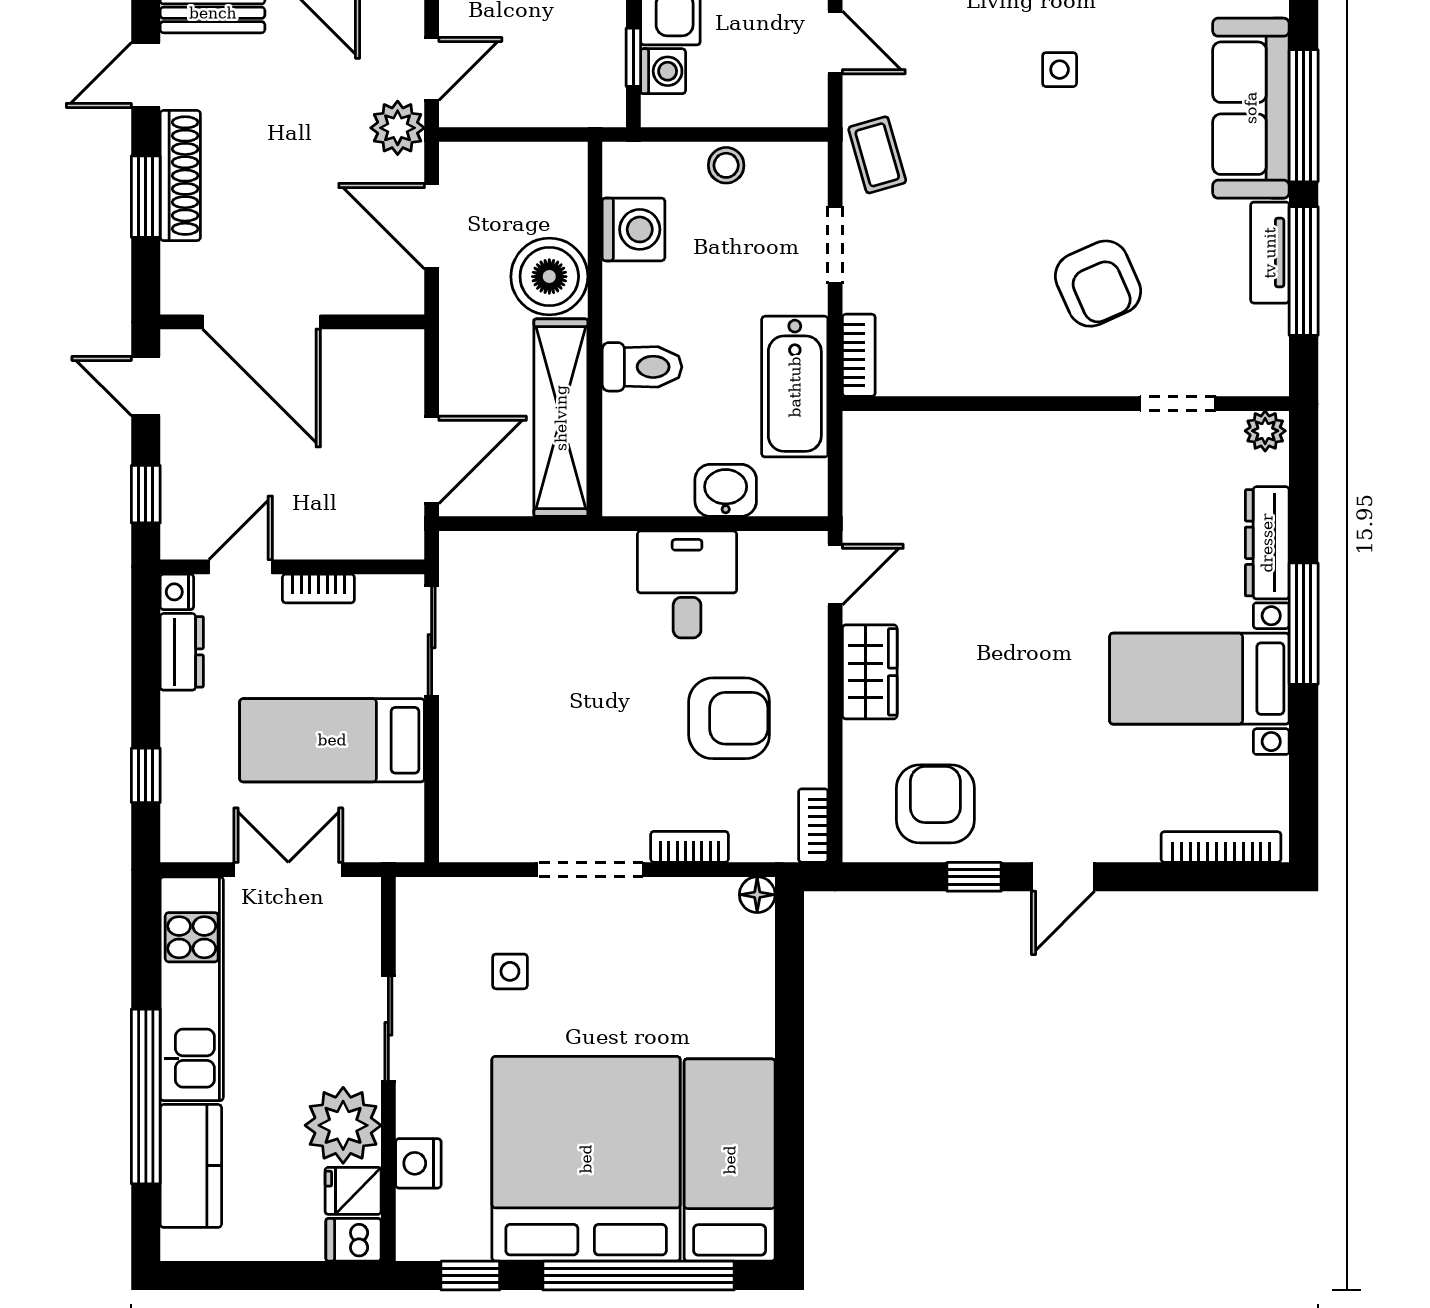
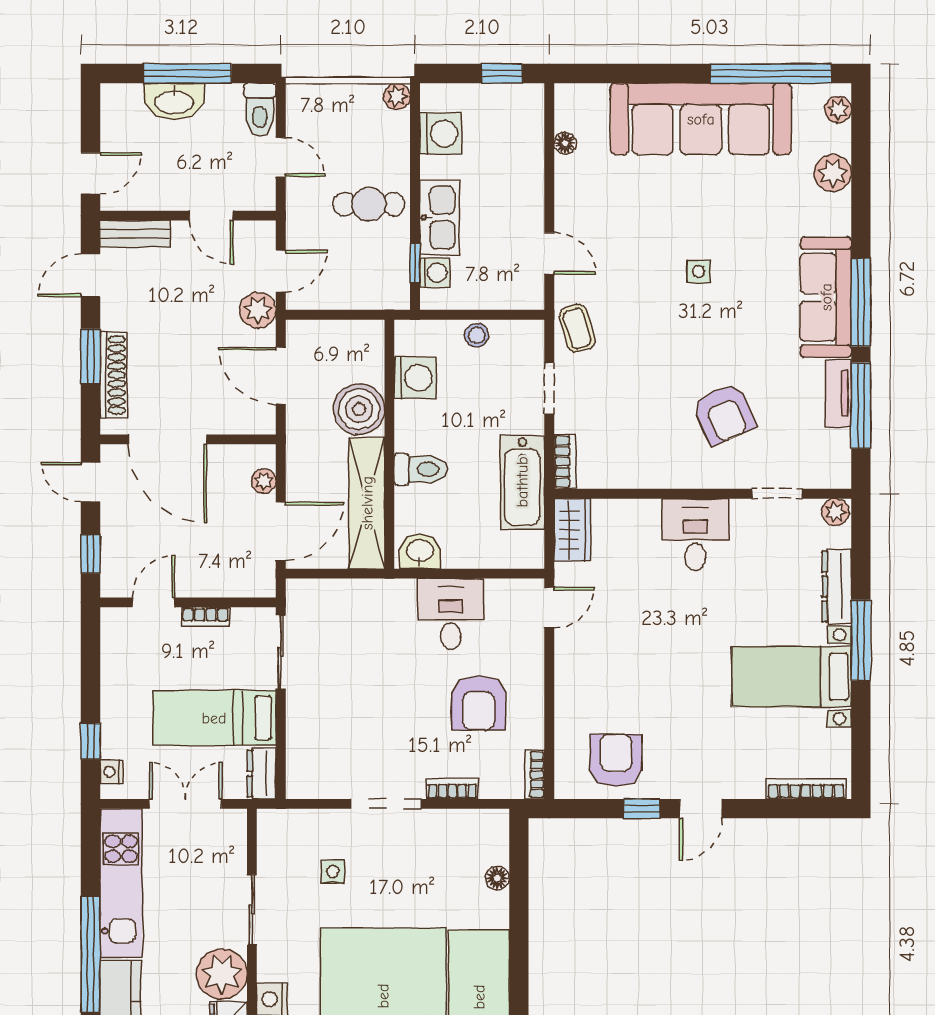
shoe rack: (180, 176) -> (113, 375), moved
plant: (406, 384) -> (264, 481), added
desk: (1055, 465) -> (695, 535), added
washbasin: (726, 490) -> (420, 552), moved
nightstand: (177, 592) -> (111, 772), moved
dresser: (182, 652) -> (262, 774), moved, turned 180
wardrobe: (870, 672) -> (572, 530), moved
armchair: (729, 718) -> (479, 703), turned 90
floor lamp: (757, 895) -> (497, 878), moved

